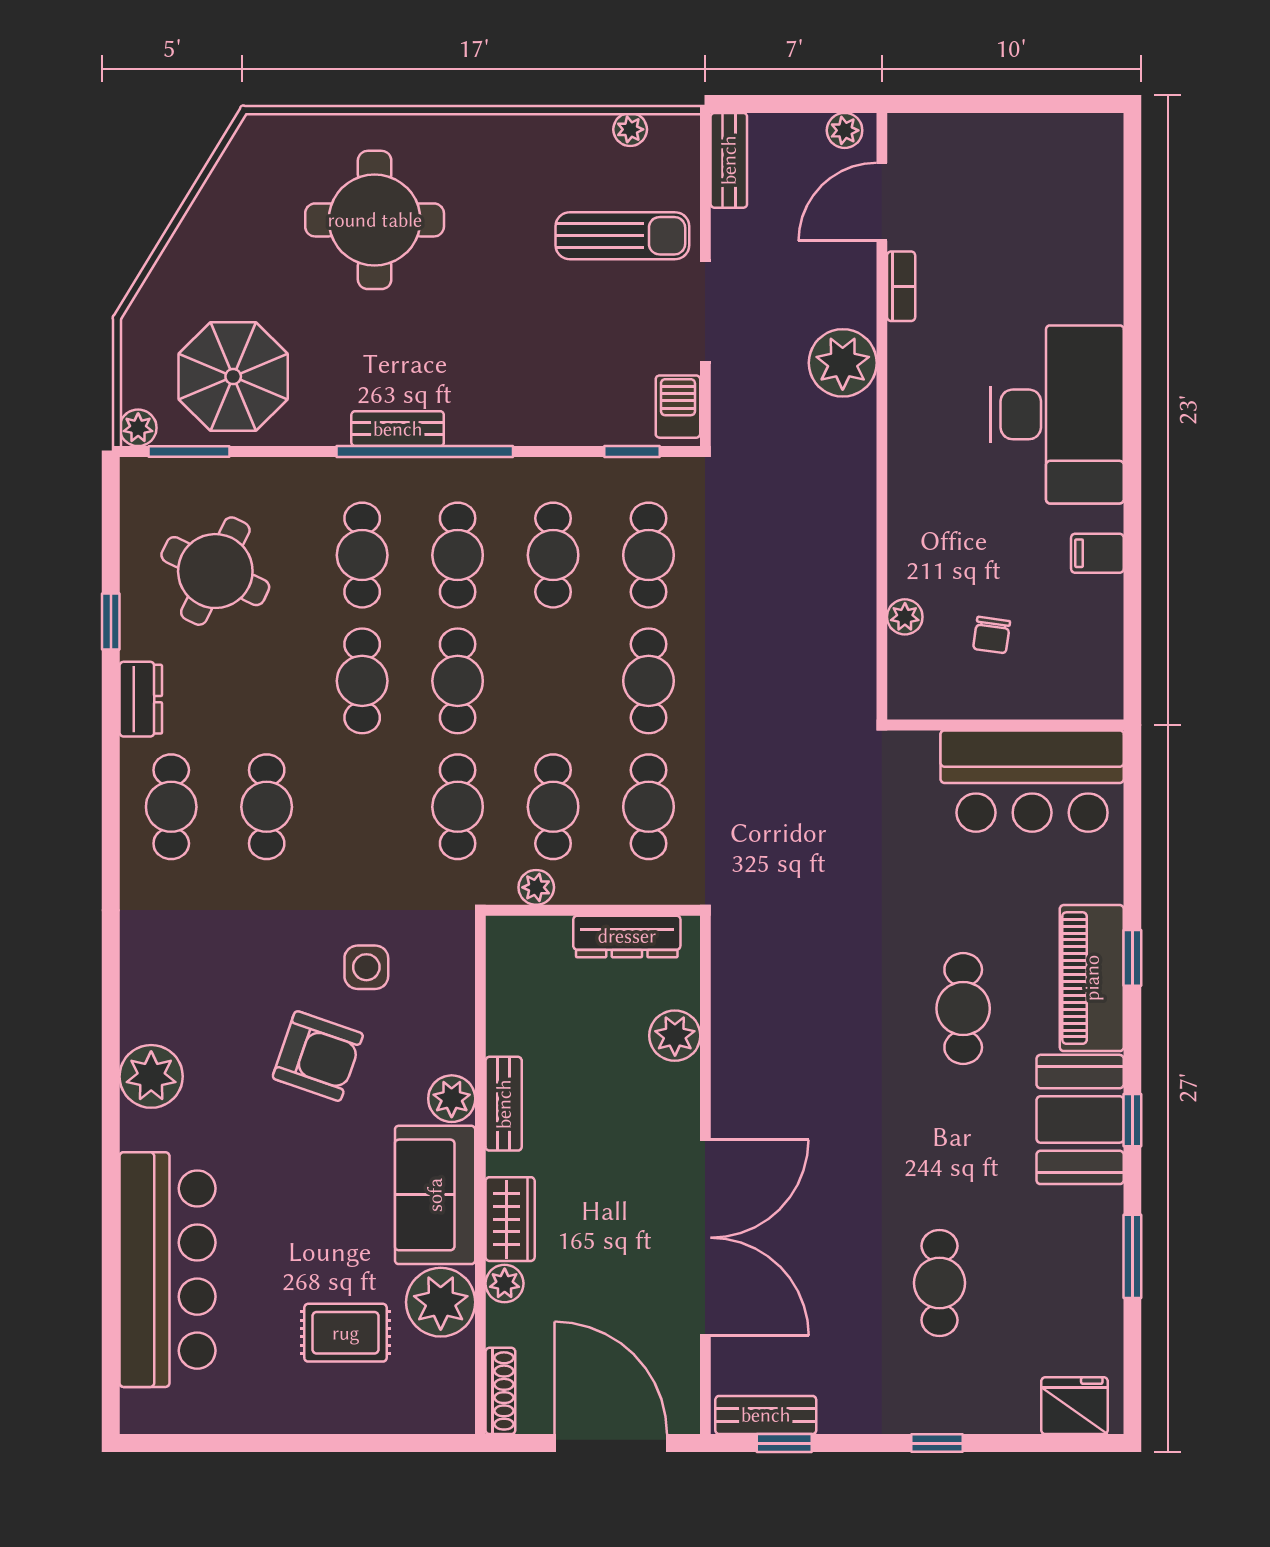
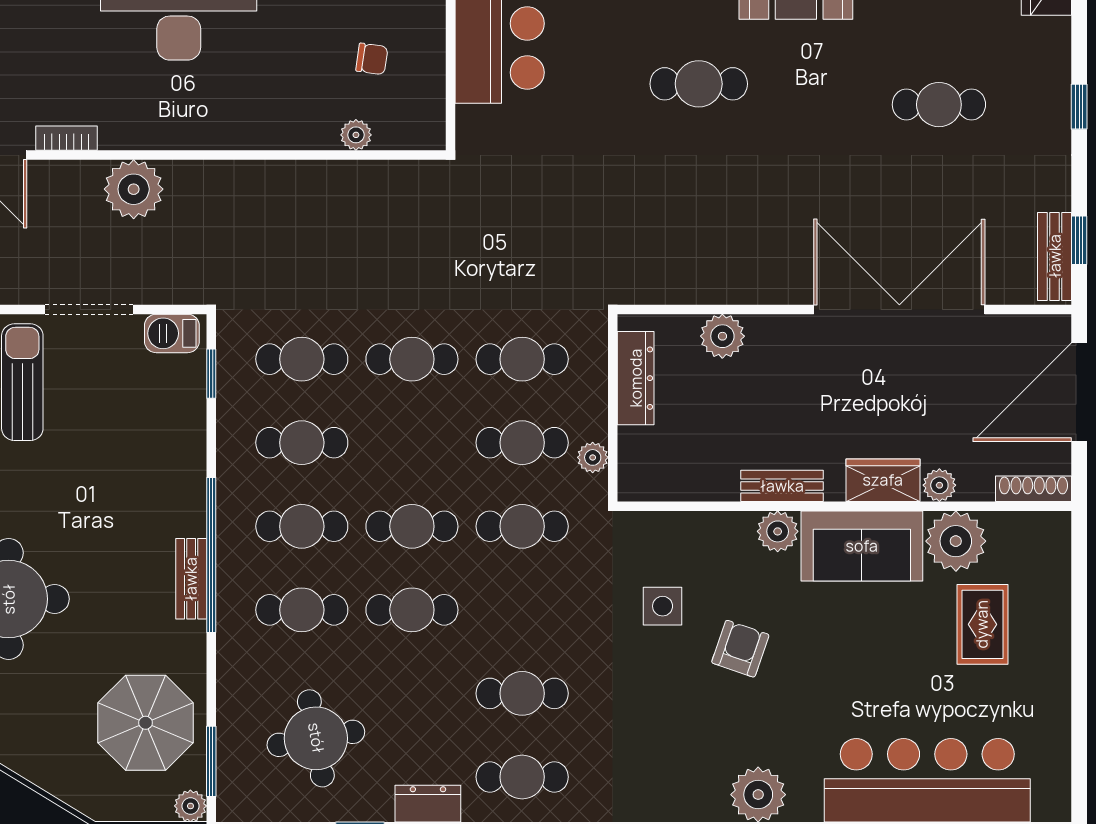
round table: (215, 571) -> (316, 738), turned -36
armchair: (318, 1056) -> (740, 649), width x0.72, depth x0.72

